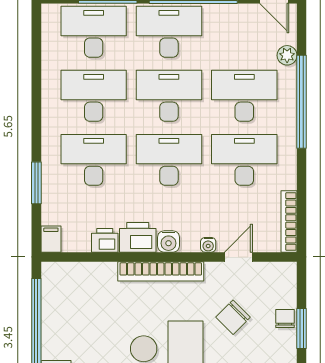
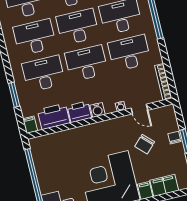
printer: (105, 240) -> (54, 116), width x1.87, depth x1.48
door: (238, 257) -> (139, 109), swing flipped
bookcase: (161, 271) -> (97, 128), removed

